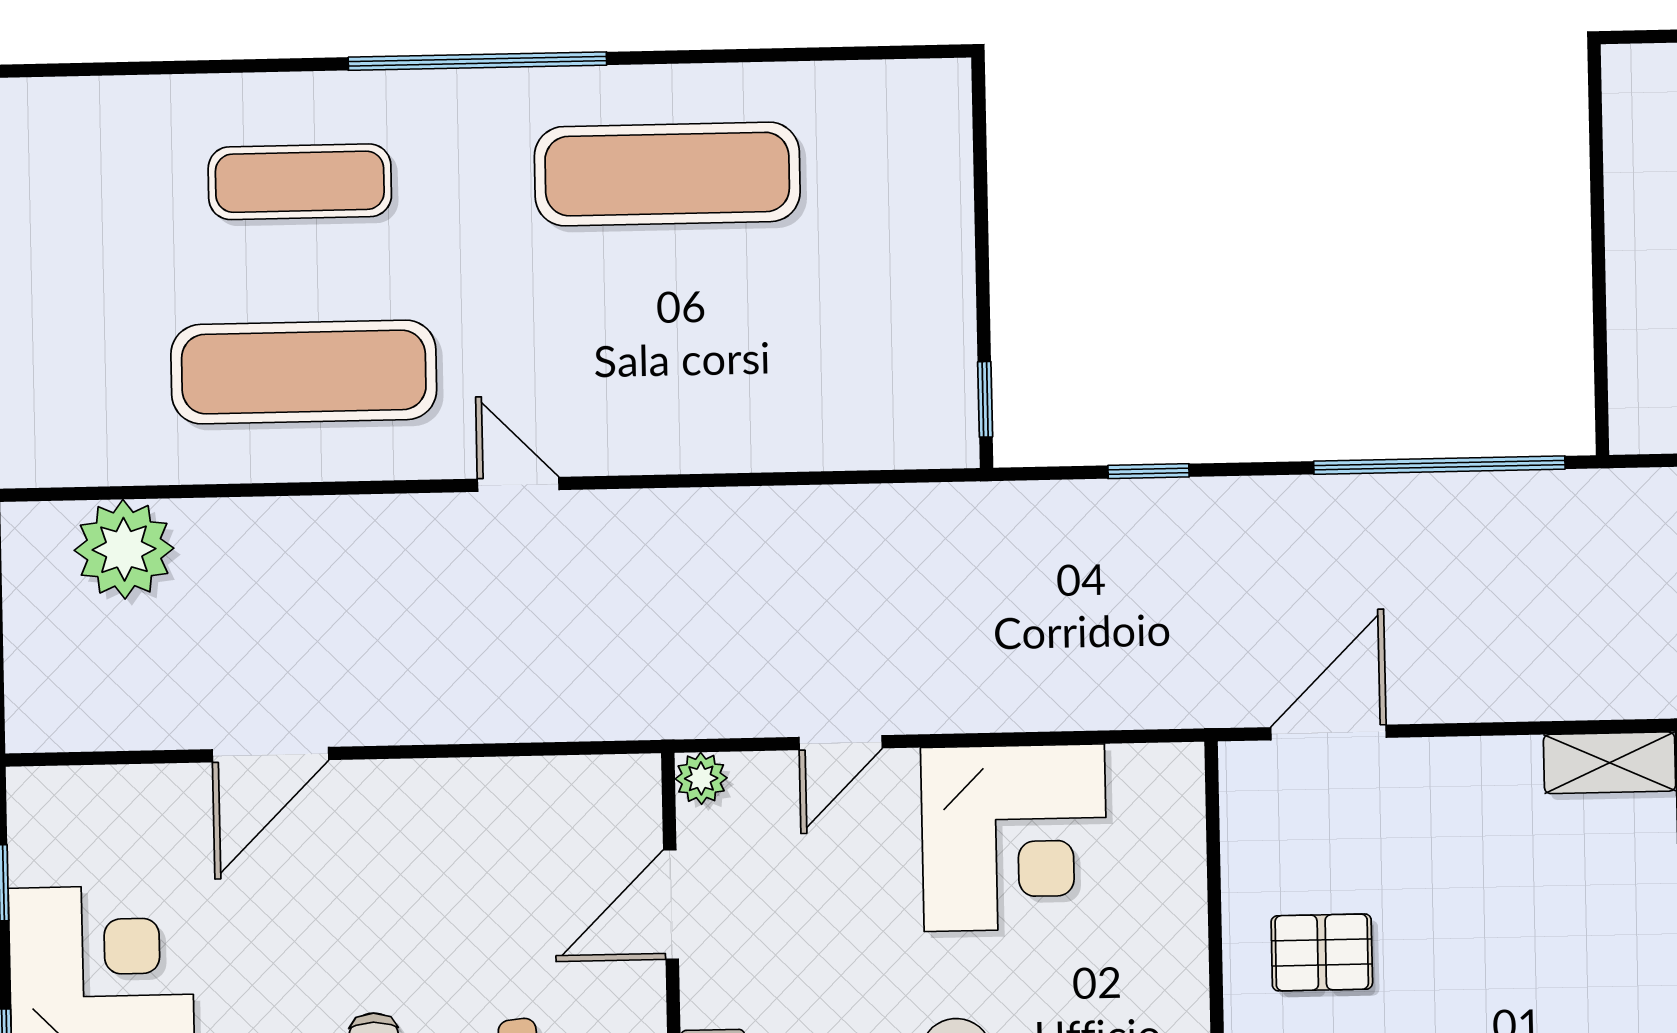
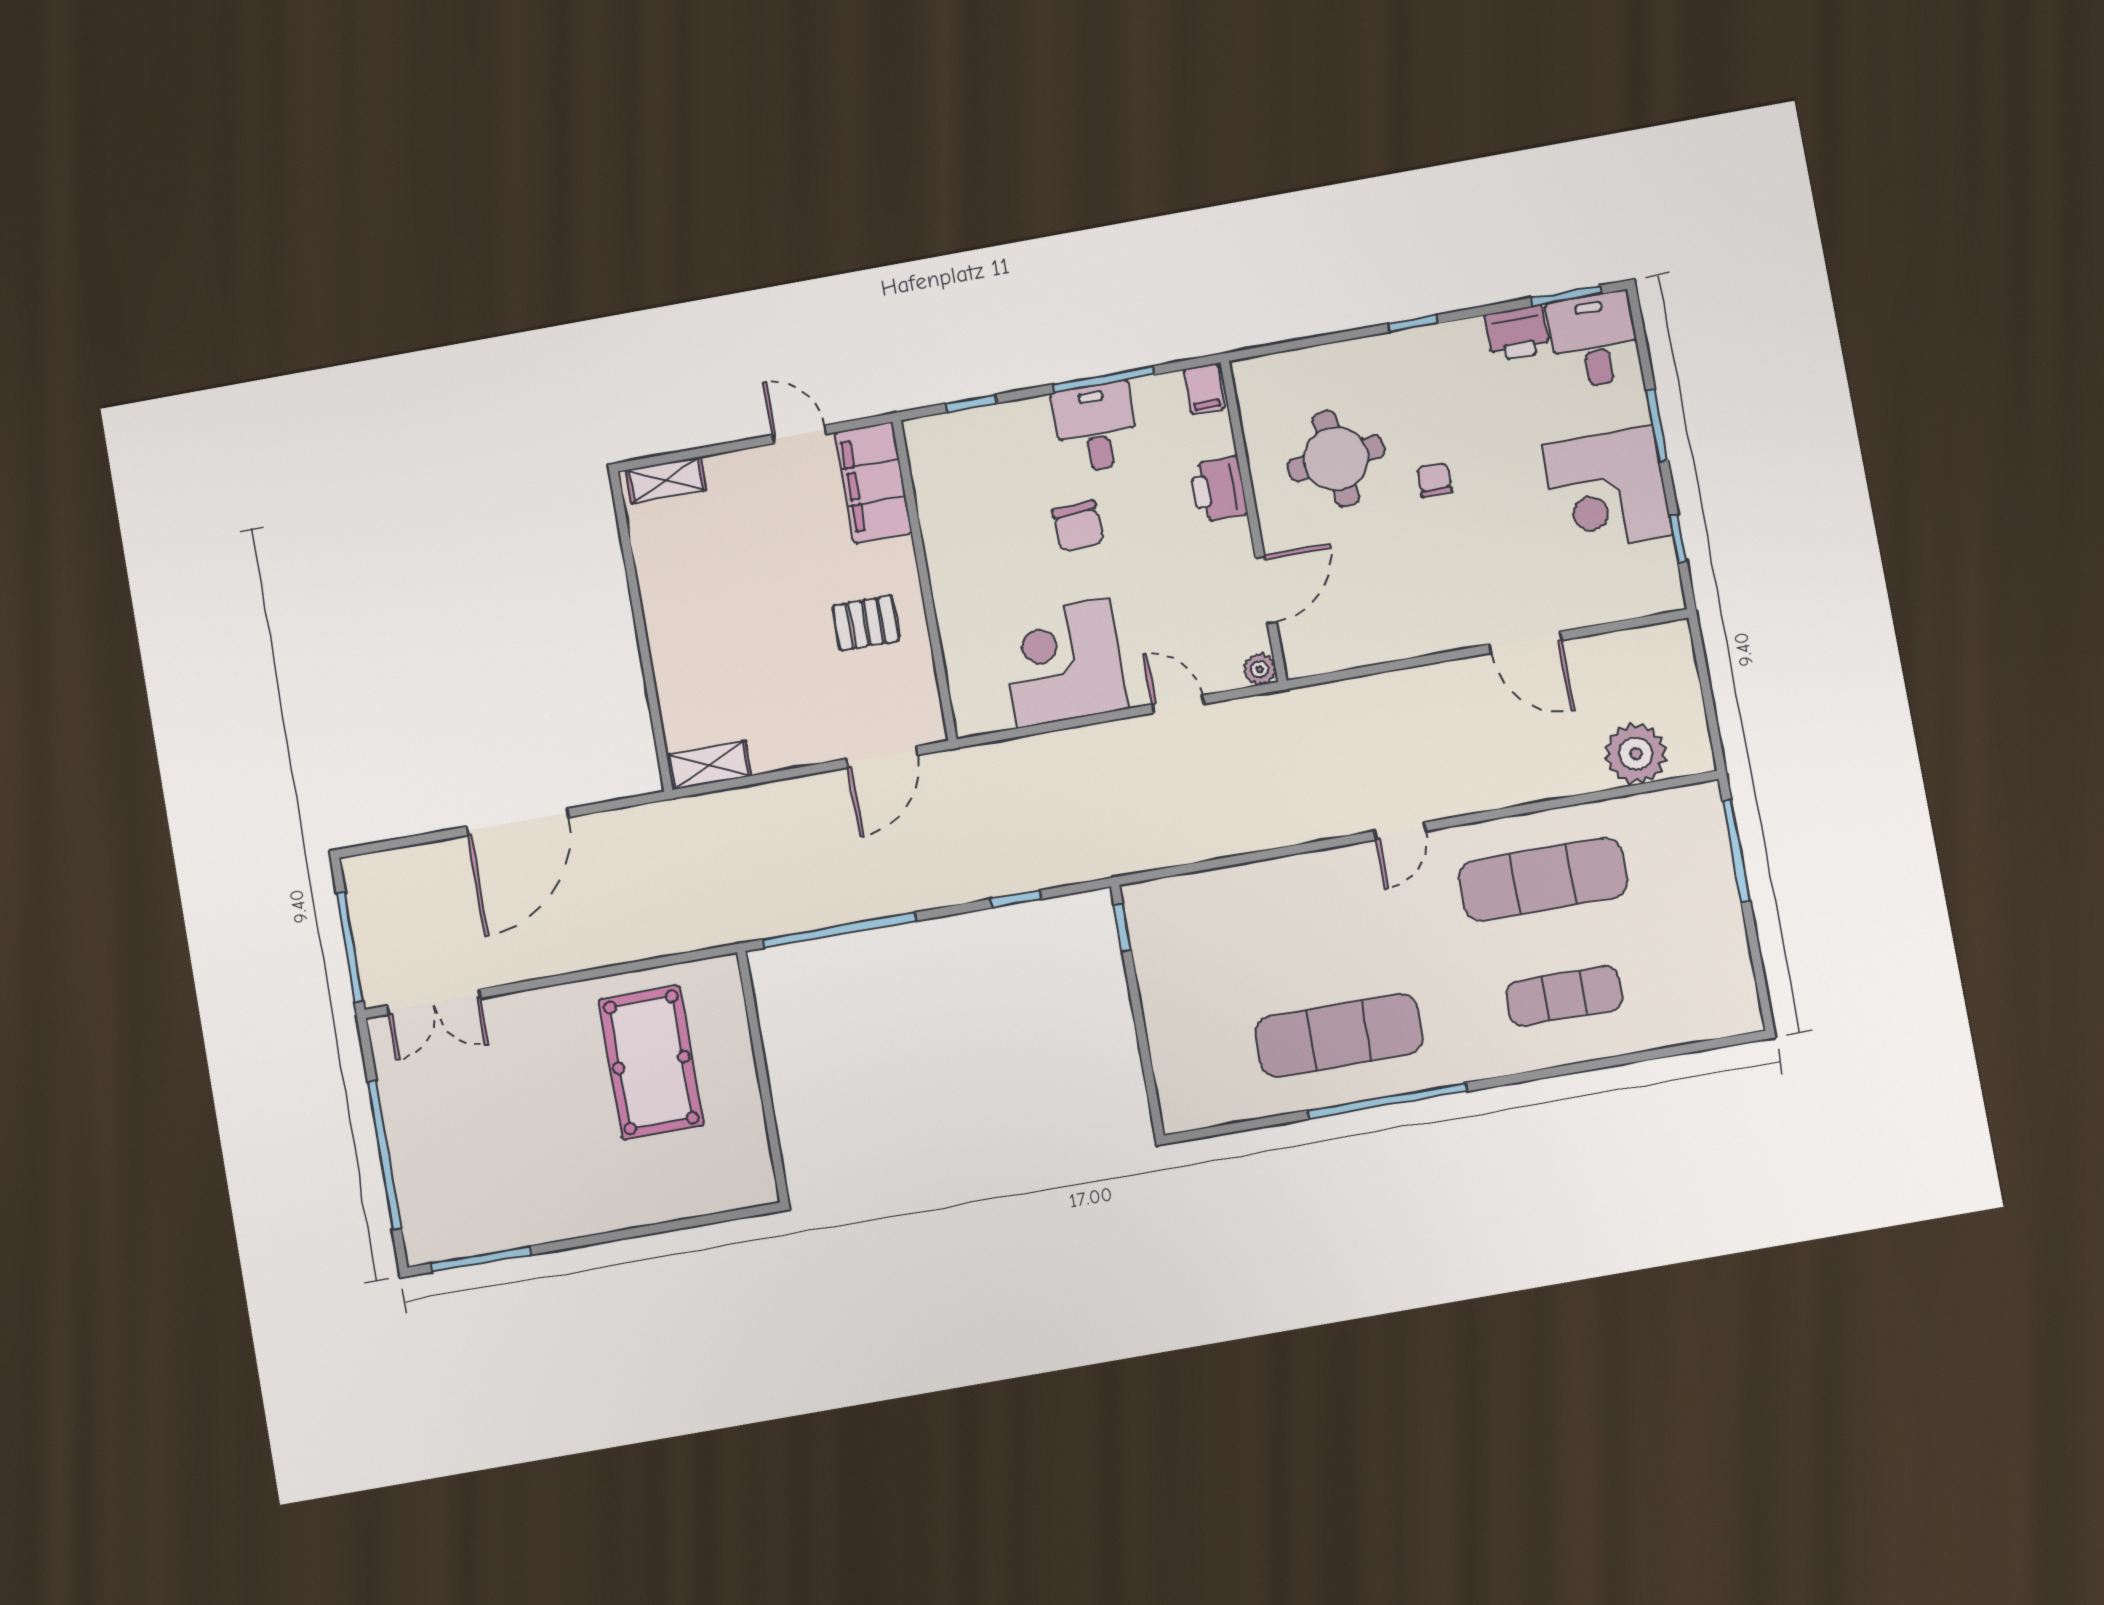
window: (477, 61) -> (1387, 1101), moved
door: (518, 484) -> (1400, 831), hinge flipped
door: (841, 743) -> (1178, 704), hinge flipped
door: (271, 755) -> (1526, 642), swing flipped

